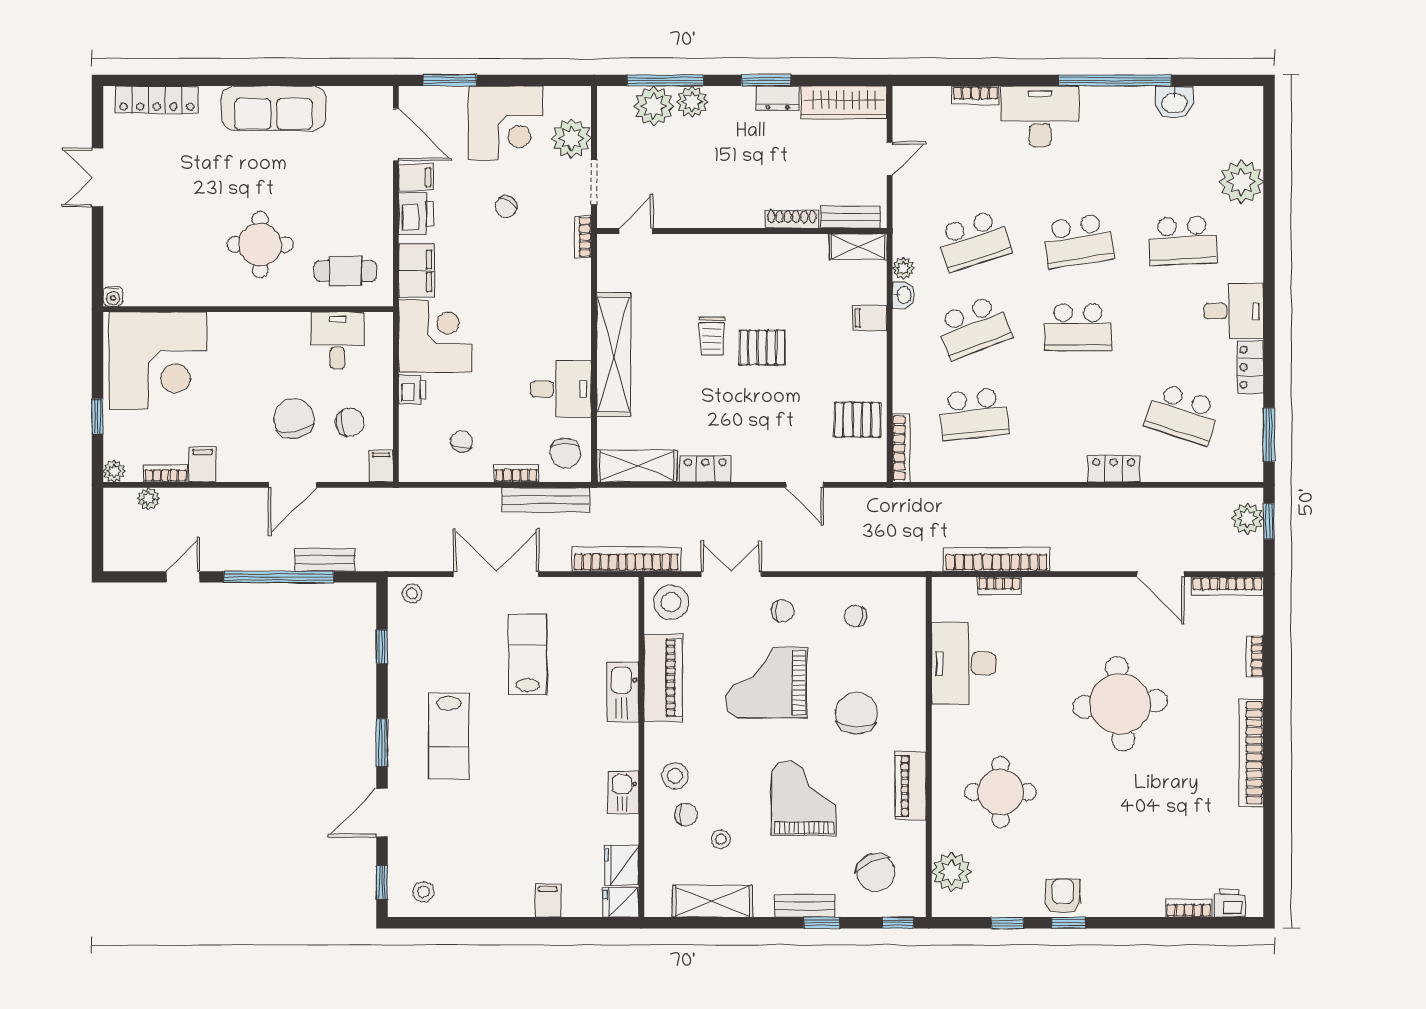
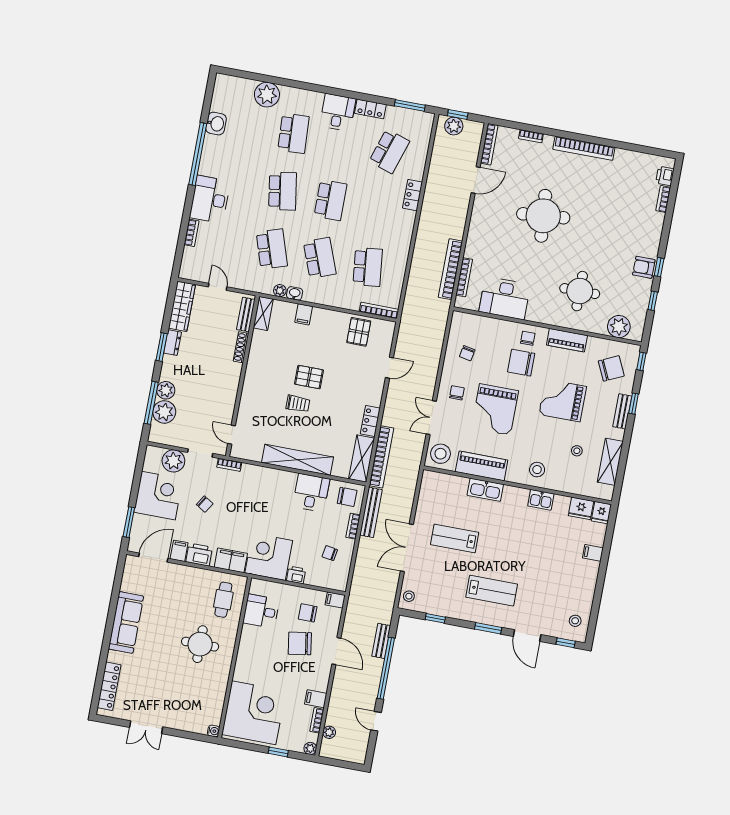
pallet: (762, 348) -> (309, 377), turned 90
chair: (350, 422) -> (308, 613), turned -80
bookcase: (626, 559) -> (381, 457), moved, turned 180
bookcase: (999, 586) -> (464, 277), width x1.56
chair: (686, 815) -> (528, 338), moved

